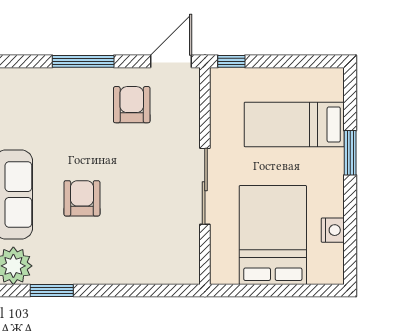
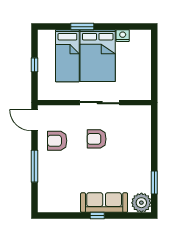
window: (231, 61) -> (34, 65), moved
armchair: (82, 198) -> (97, 139), moved
bed: (273, 235) -> (98, 56), moved, turned -90

